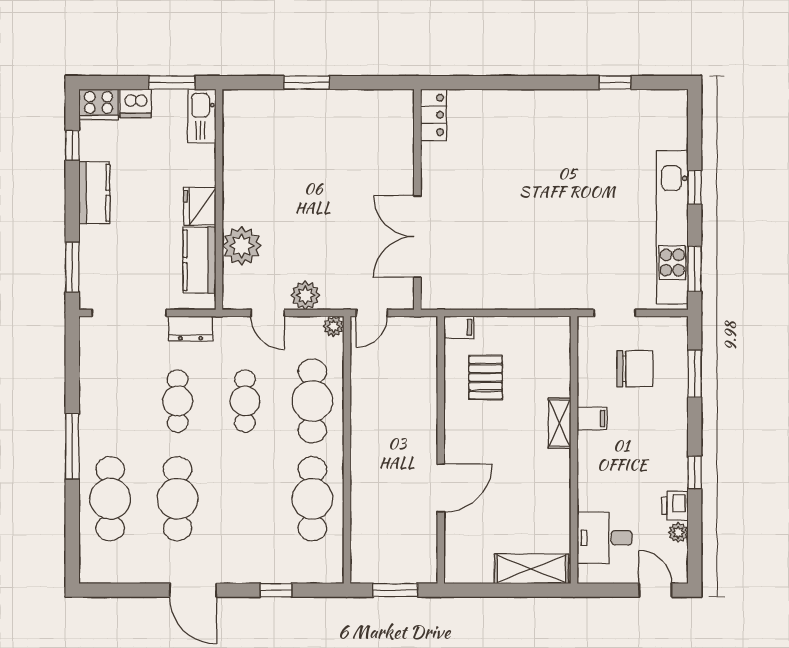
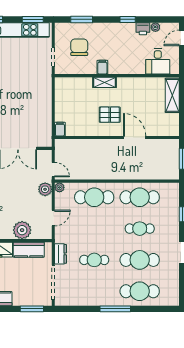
plant: (305, 295) -> (45, 189), moved
pallet: (486, 377) -> (110, 115), moved
cafe table: (245, 401) -> (140, 229), moved

